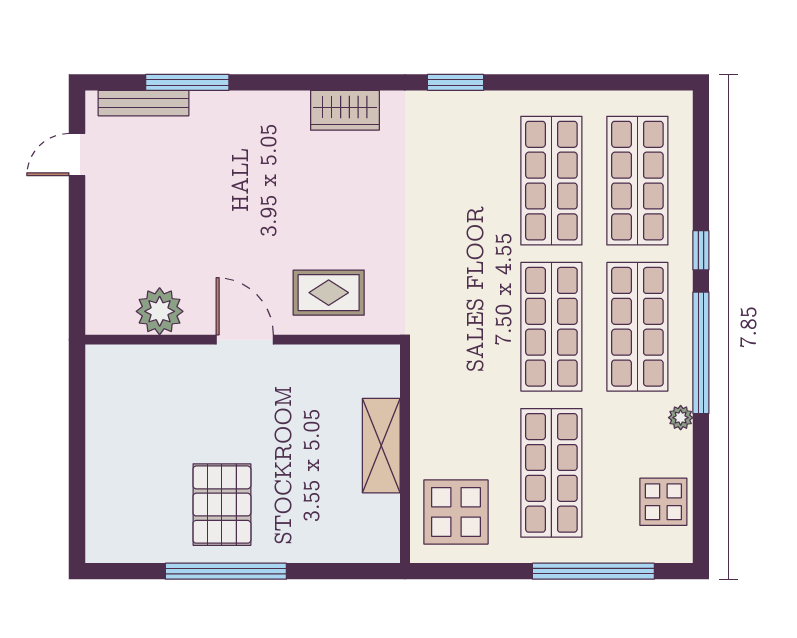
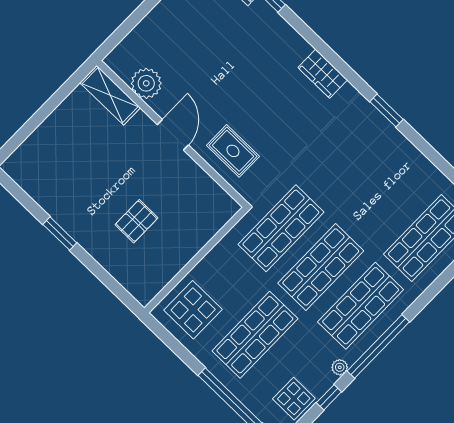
shop shelf: (551, 181) -> (281, 228), moved
window: (701, 250) -> (329, 397), moved
shelving: (381, 446) -> (110, 95), moved, turned 90
pallet: (222, 505) -> (136, 221), moved, width x0.67, depth x0.71
window: (226, 571) -> (60, 234), width x0.47

